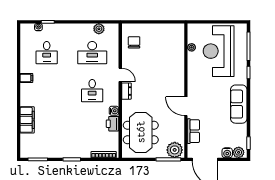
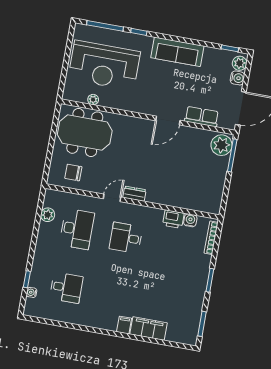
filing cabinet: (26, 78) -> (124, 325), moved
desk: (92, 91) -> (126, 238), turned 180
water cooler: (114, 111) -> (190, 220), moved
meeting table: (141, 132) -> (85, 133), moved

